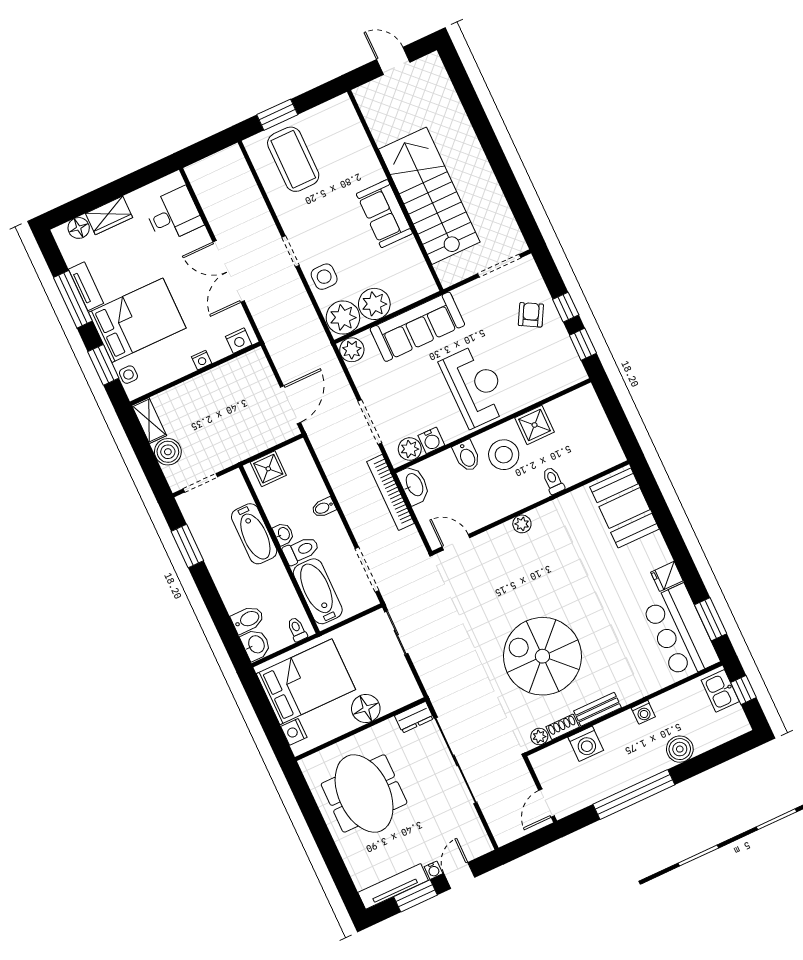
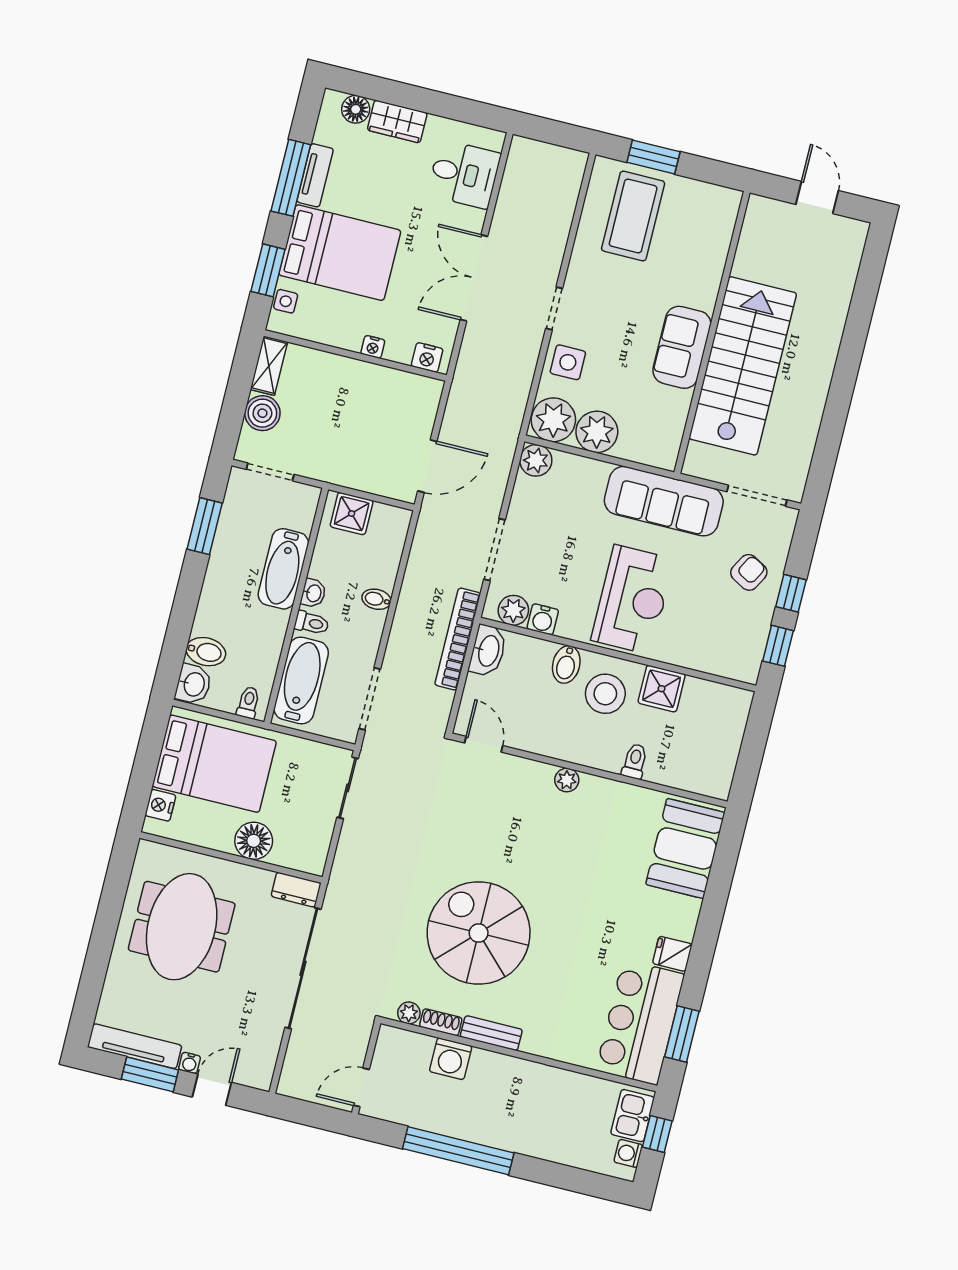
sofa: (417, 327) -> (664, 501), moved
toilet: (301, 550) -> (312, 623), width x0.73, depth x0.72
washing machine: (643, 712) -> (628, 1153), moved, turned 90
boiler: (680, 749) -> (543, 1142), removed

